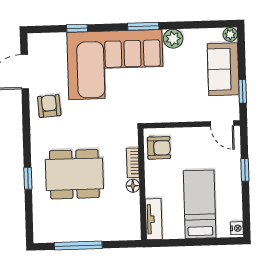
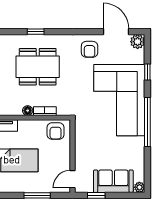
window: (143, 26) -> (147, 122), width x2.11
plant: (173, 39) -> (138, 42), moved
armchair: (49, 106) -> (90, 49), turned 94
window: (245, 170) -> (37, 195), width x1.50
dining table: (74, 174) -> (38, 67), turned 90

